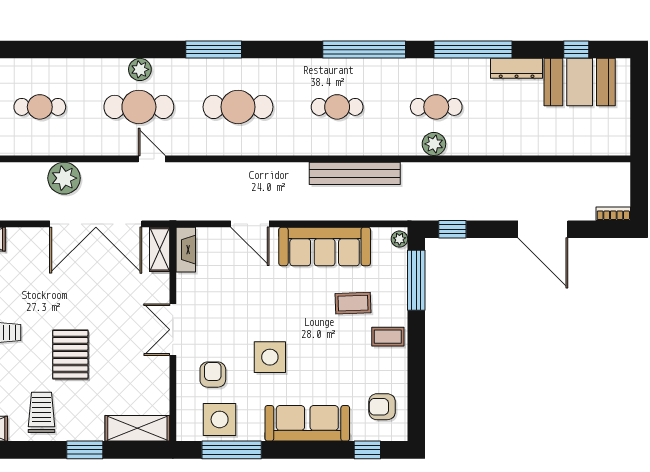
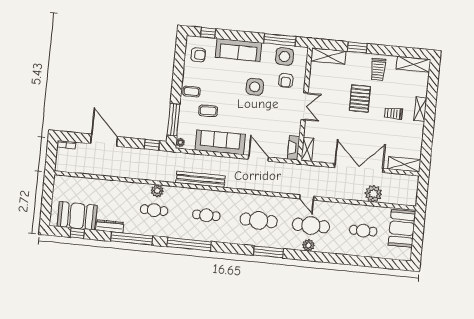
plant: (64, 178) -> (373, 194), moved
double door: (96, 224) -> (359, 168), moved

